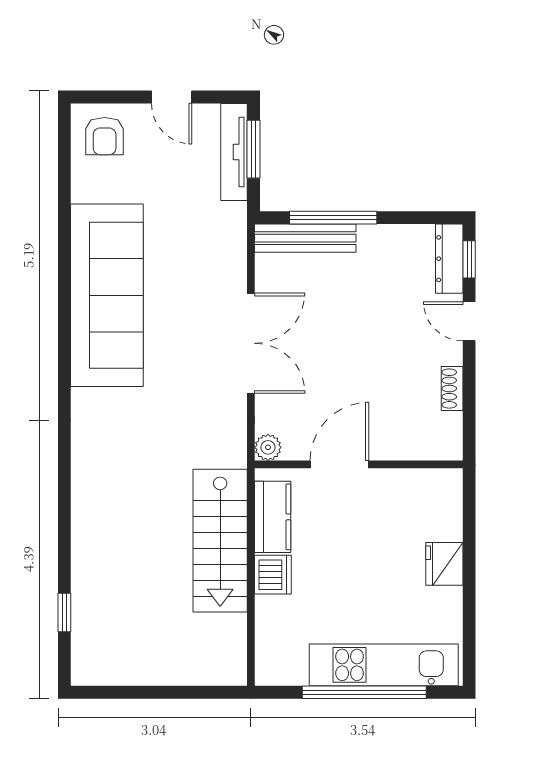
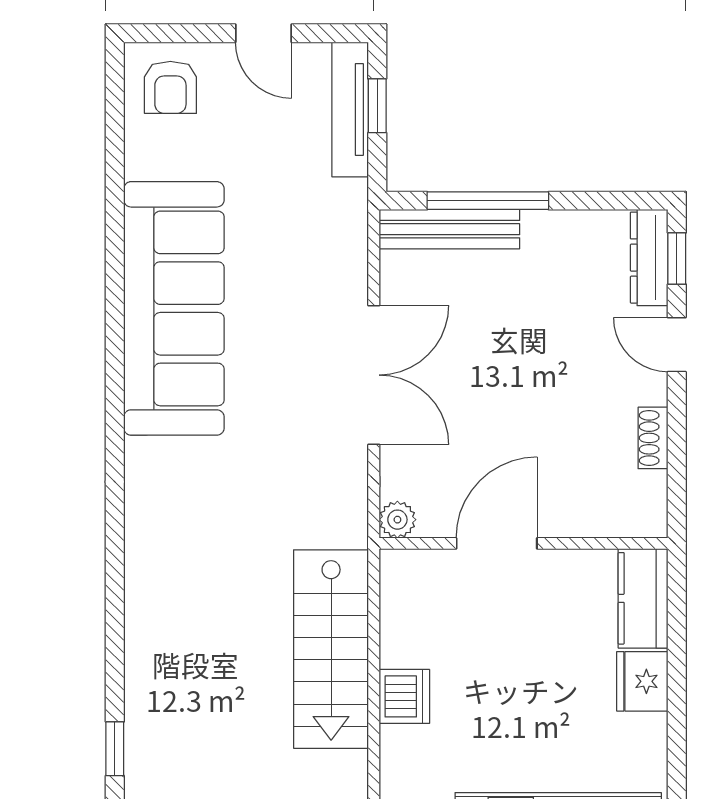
window: (253, 149) -> (377, 106), width x0.67
kitchen counter: (273, 517) -> (643, 598), moved, turned 180

